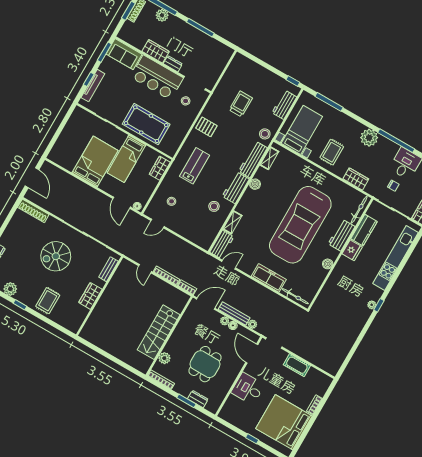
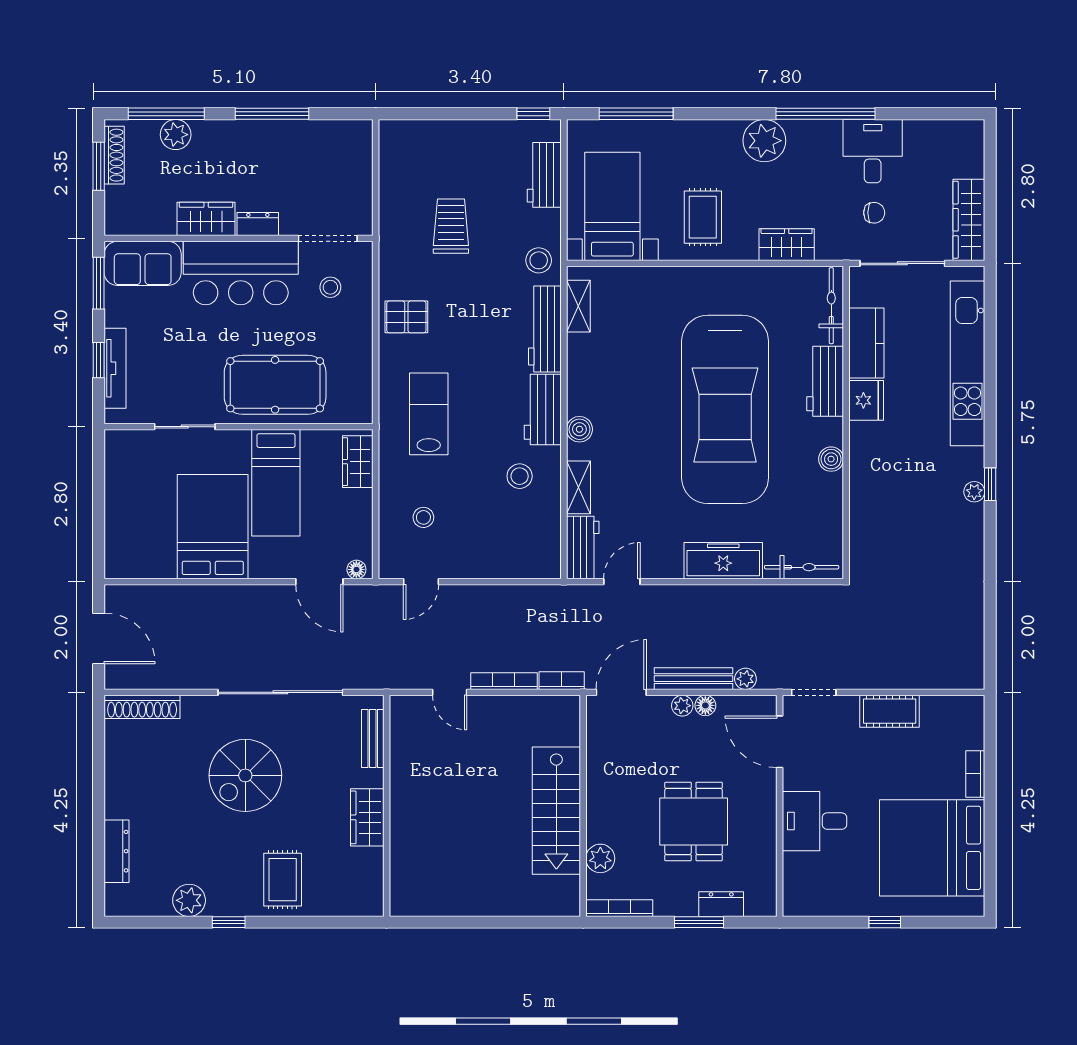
boiler: (255, 184) -> (579, 429), moved

